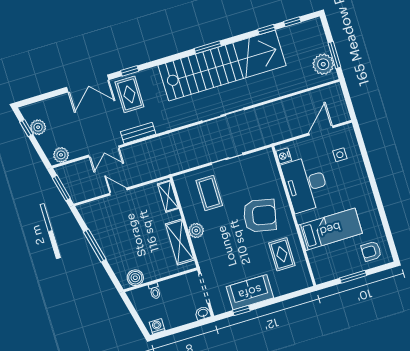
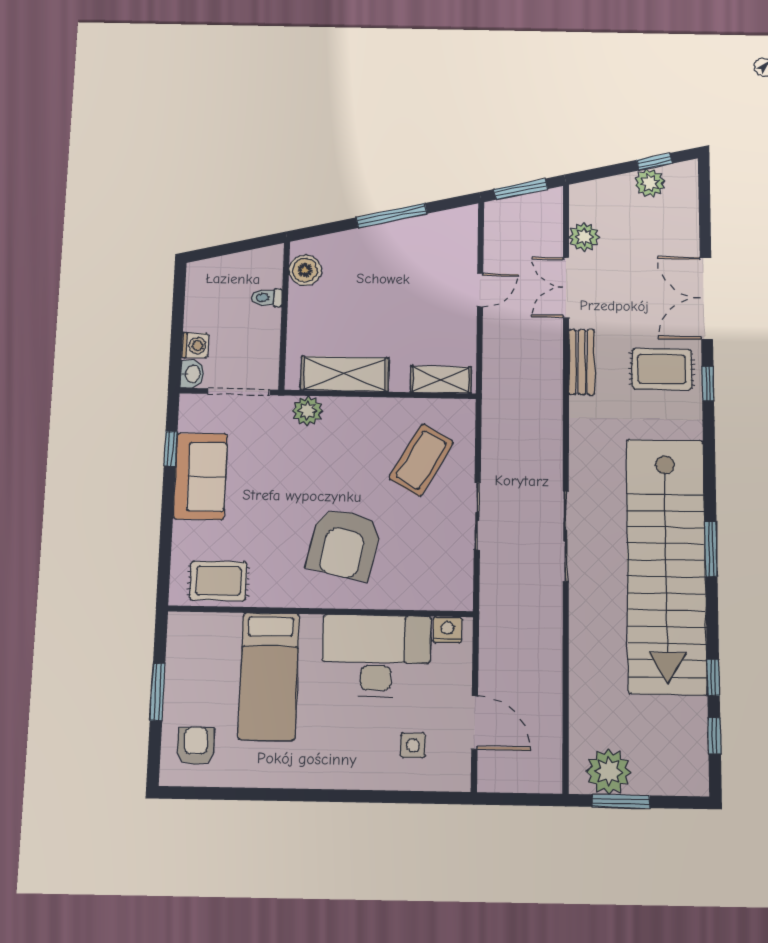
plant: (61, 155) -> (584, 237), moved
coffee table: (209, 193) -> (421, 460), turned -60
plant: (196, 231) -> (308, 411), moved
rug: (282, 254) -> (218, 581), moved
washing machine: (157, 326) -> (195, 345), moved

